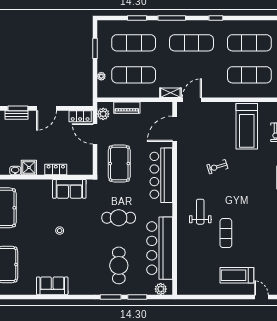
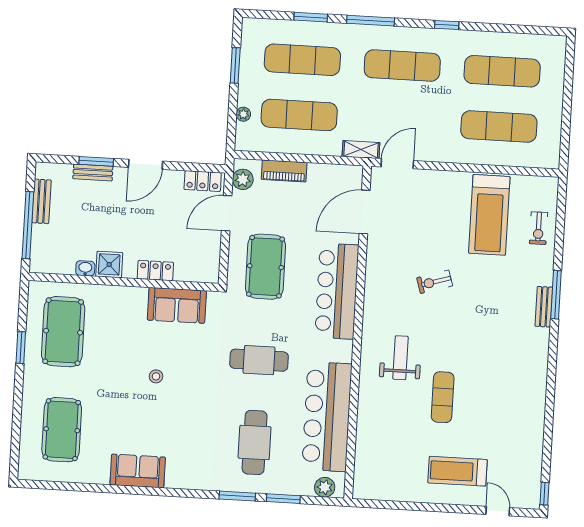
door: (95, 134) -> (227, 213), hinge flipped

